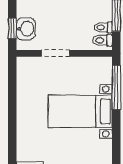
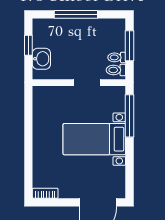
window: (12, 28) -> (28, 45), moved
doorway: (56, 53) -> (87, 83), moved

